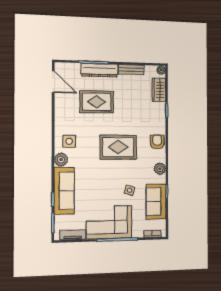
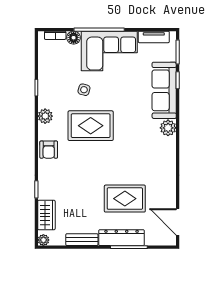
side table: (69, 141) -> (158, 150), removed
rug: (118, 147) -> (91, 126), moved
sofa: (156, 202) -> (50, 75), removed
floor lamp: (138, 232) -> (74, 38), added

